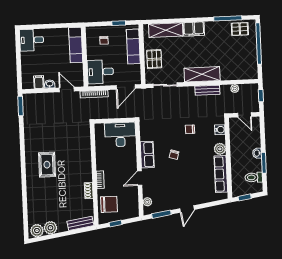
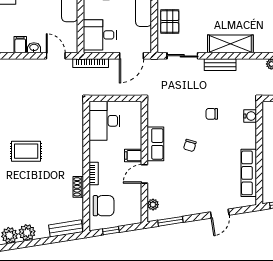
bench: (207, 90) -> (220, 65), moved
desk: (120, 135) -> (104, 121), moved, turned -90
plant: (220, 149) -> (249, 141), removed
filing cabinet: (130, 164) -> (133, 156), added
rug: (47, 165) -> (26, 151), turned 90
door: (187, 209) -> (220, 214), moved

